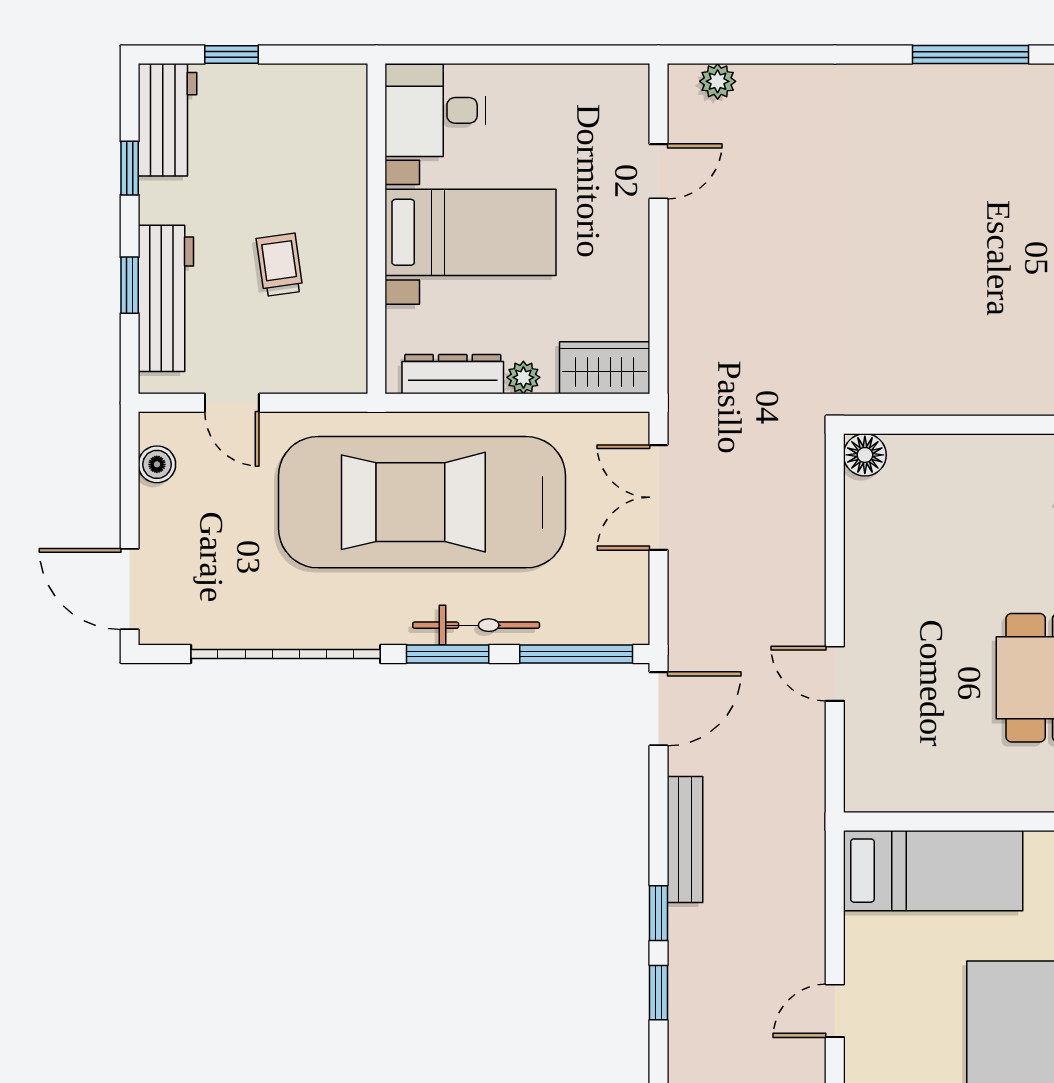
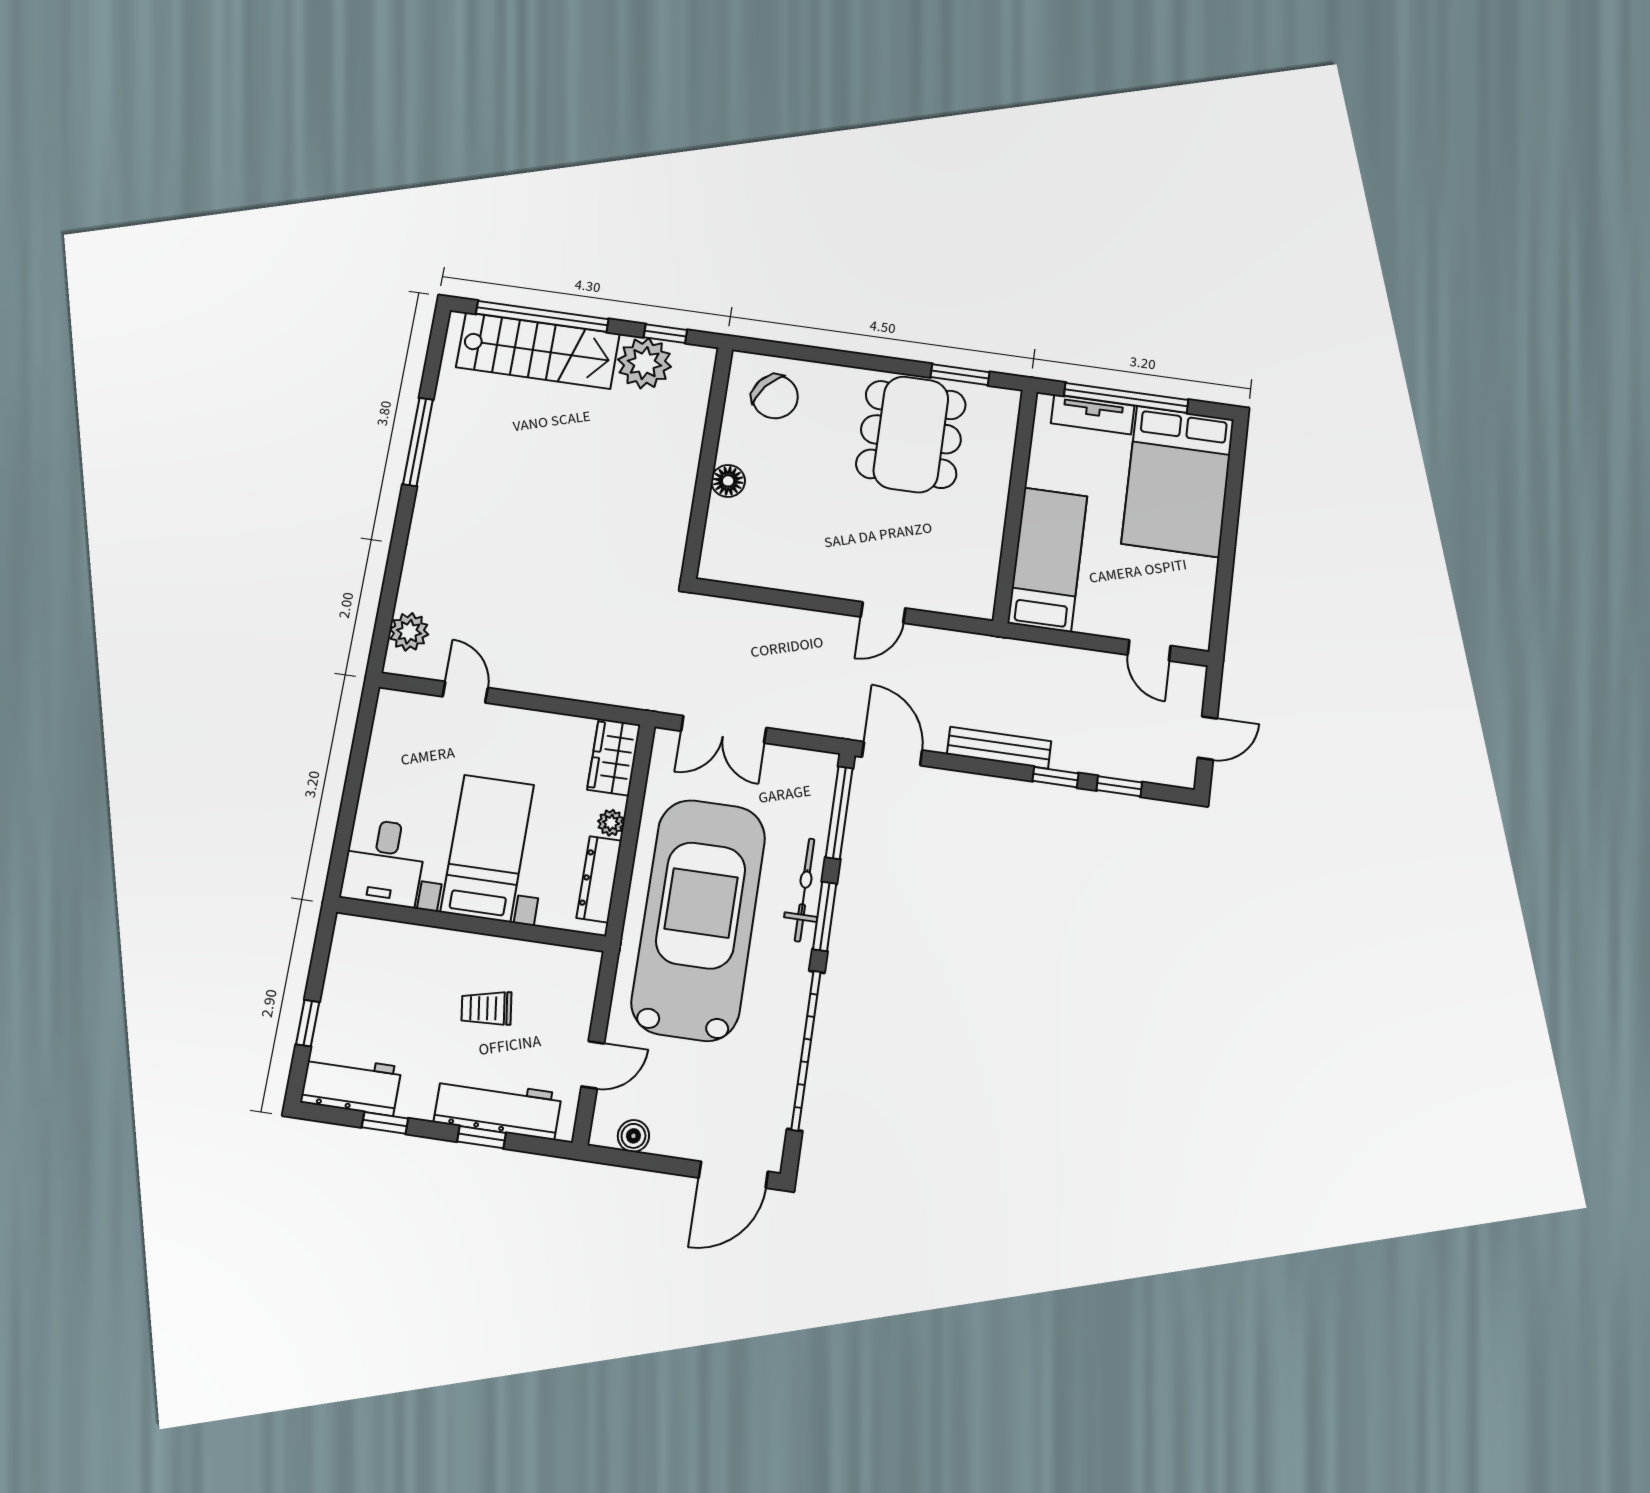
plant: (718, 81) -> (409, 632), width x1.38, depth x1.38
floor lamp: (865, 455) -> (728, 481), moved
car: (422, 502) -> (699, 919), turned 180

